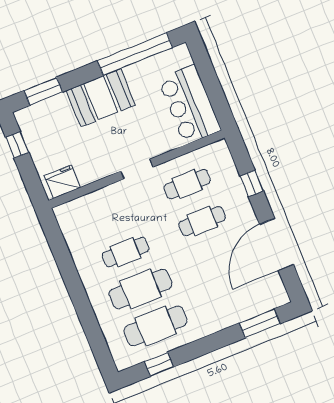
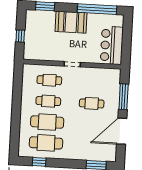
window: (17, 145) -> (20, 36), moved
fridge: (62, 182) -> (34, 54), removed
window: (252, 183) -> (124, 97), width x2.17
cafe table: (187, 184) -> (49, 80), moved

